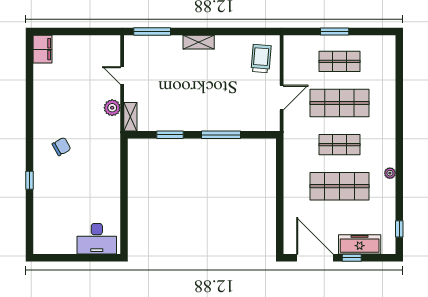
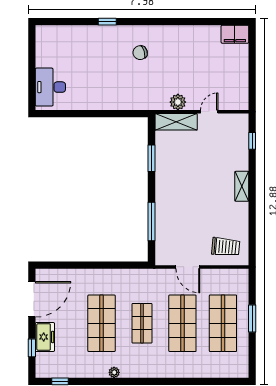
window: (152, 31) -> (252, 141), width x0.46
shop shelf: (340, 61) -> (223, 323), width x1.43, depth x1.36
shelving: (130, 117) -> (176, 122), width x1.50, depth x1.33
window: (221, 135) -> (152, 221), moved
chair: (61, 147) -> (140, 53), turned 102
freezer: (360, 244) -> (45, 337), width x0.71
window: (352, 258) -> (32, 348), moved

